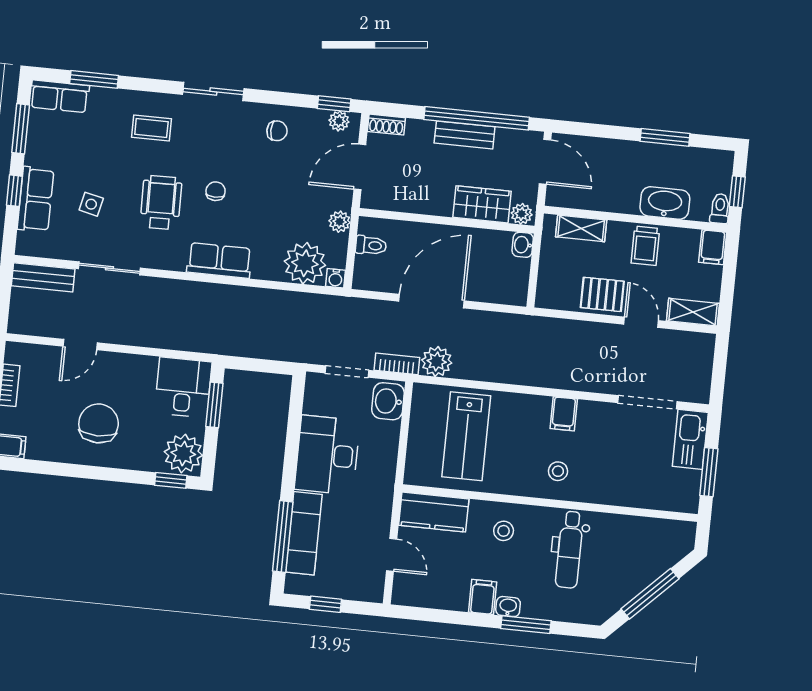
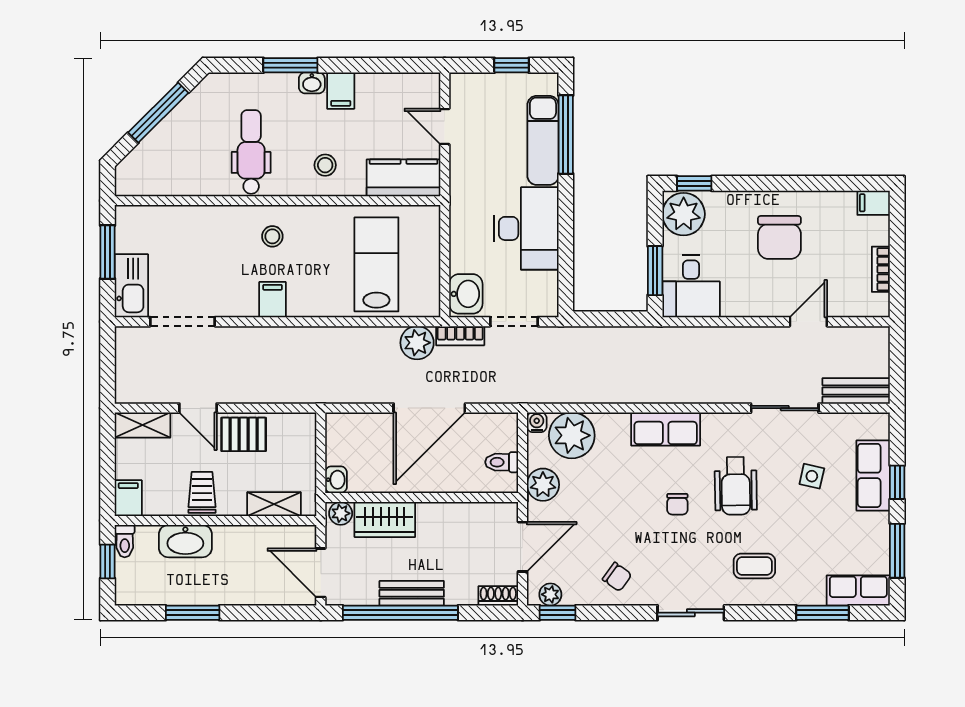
chair: (277, 131) -> (617, 577), turned -144
plant: (340, 222) -> (543, 485), width x1.38, depth x1.38

